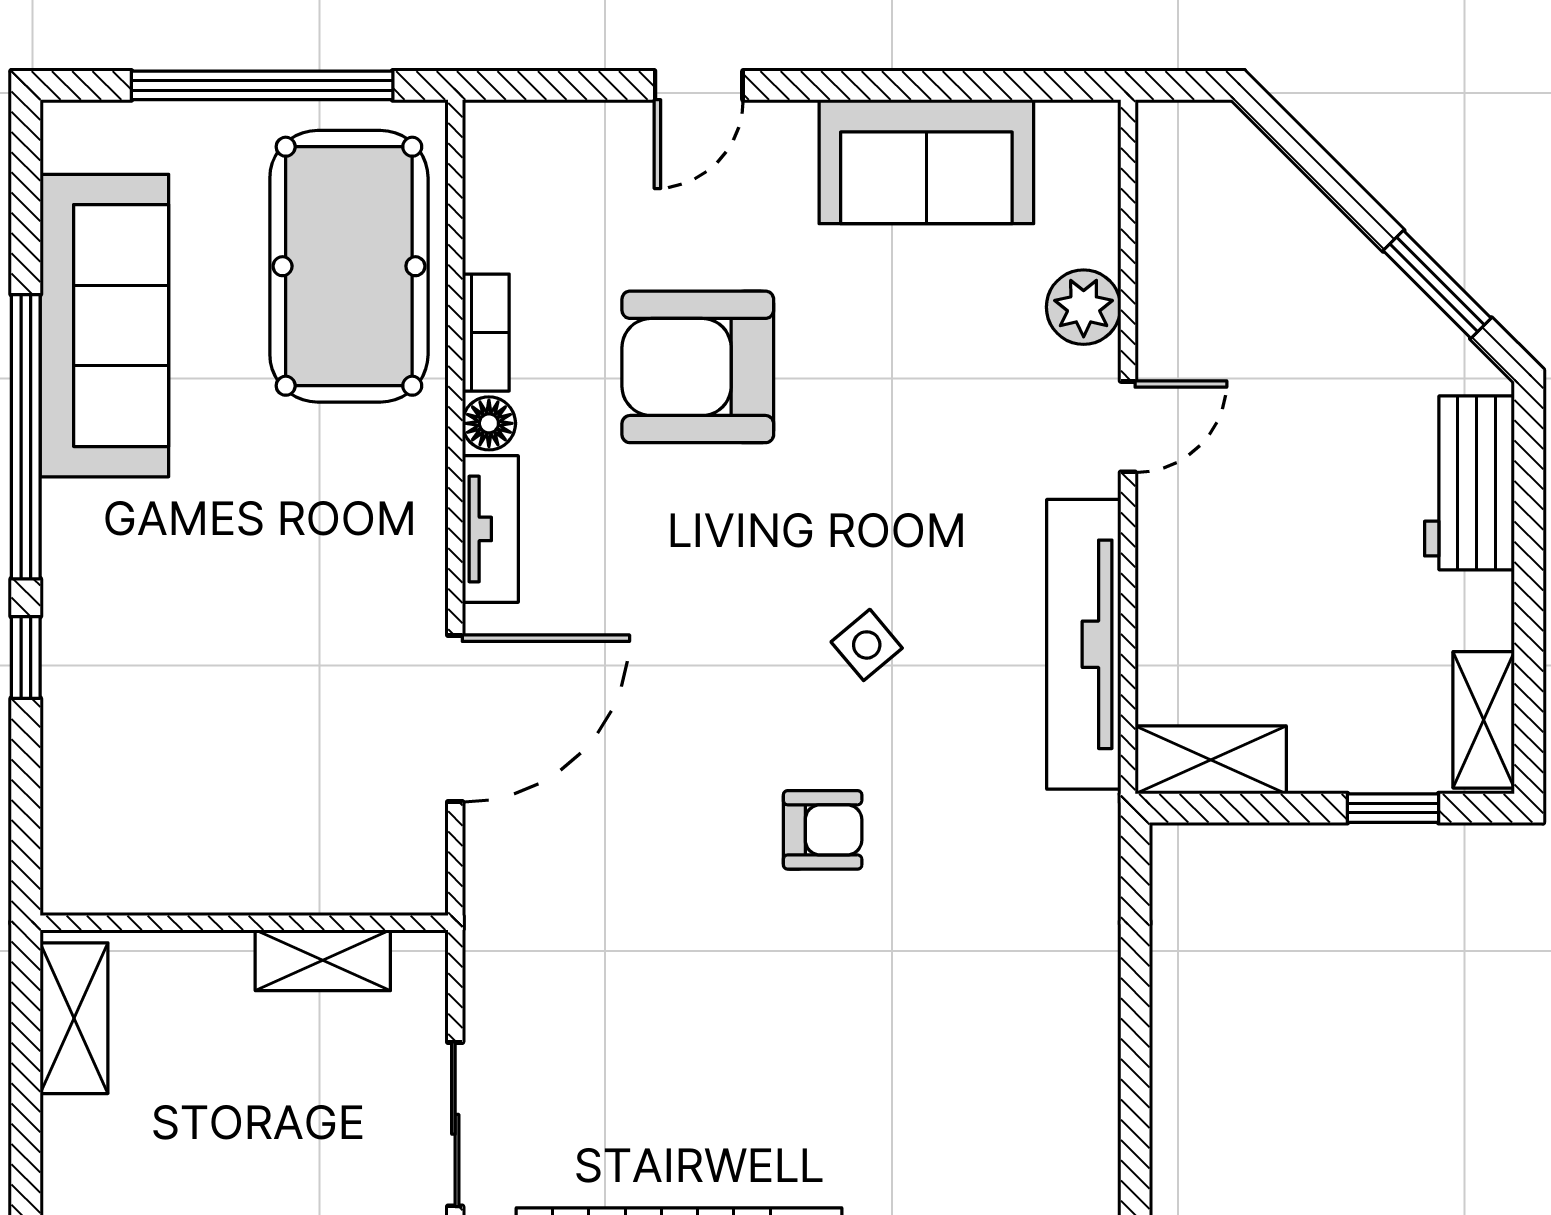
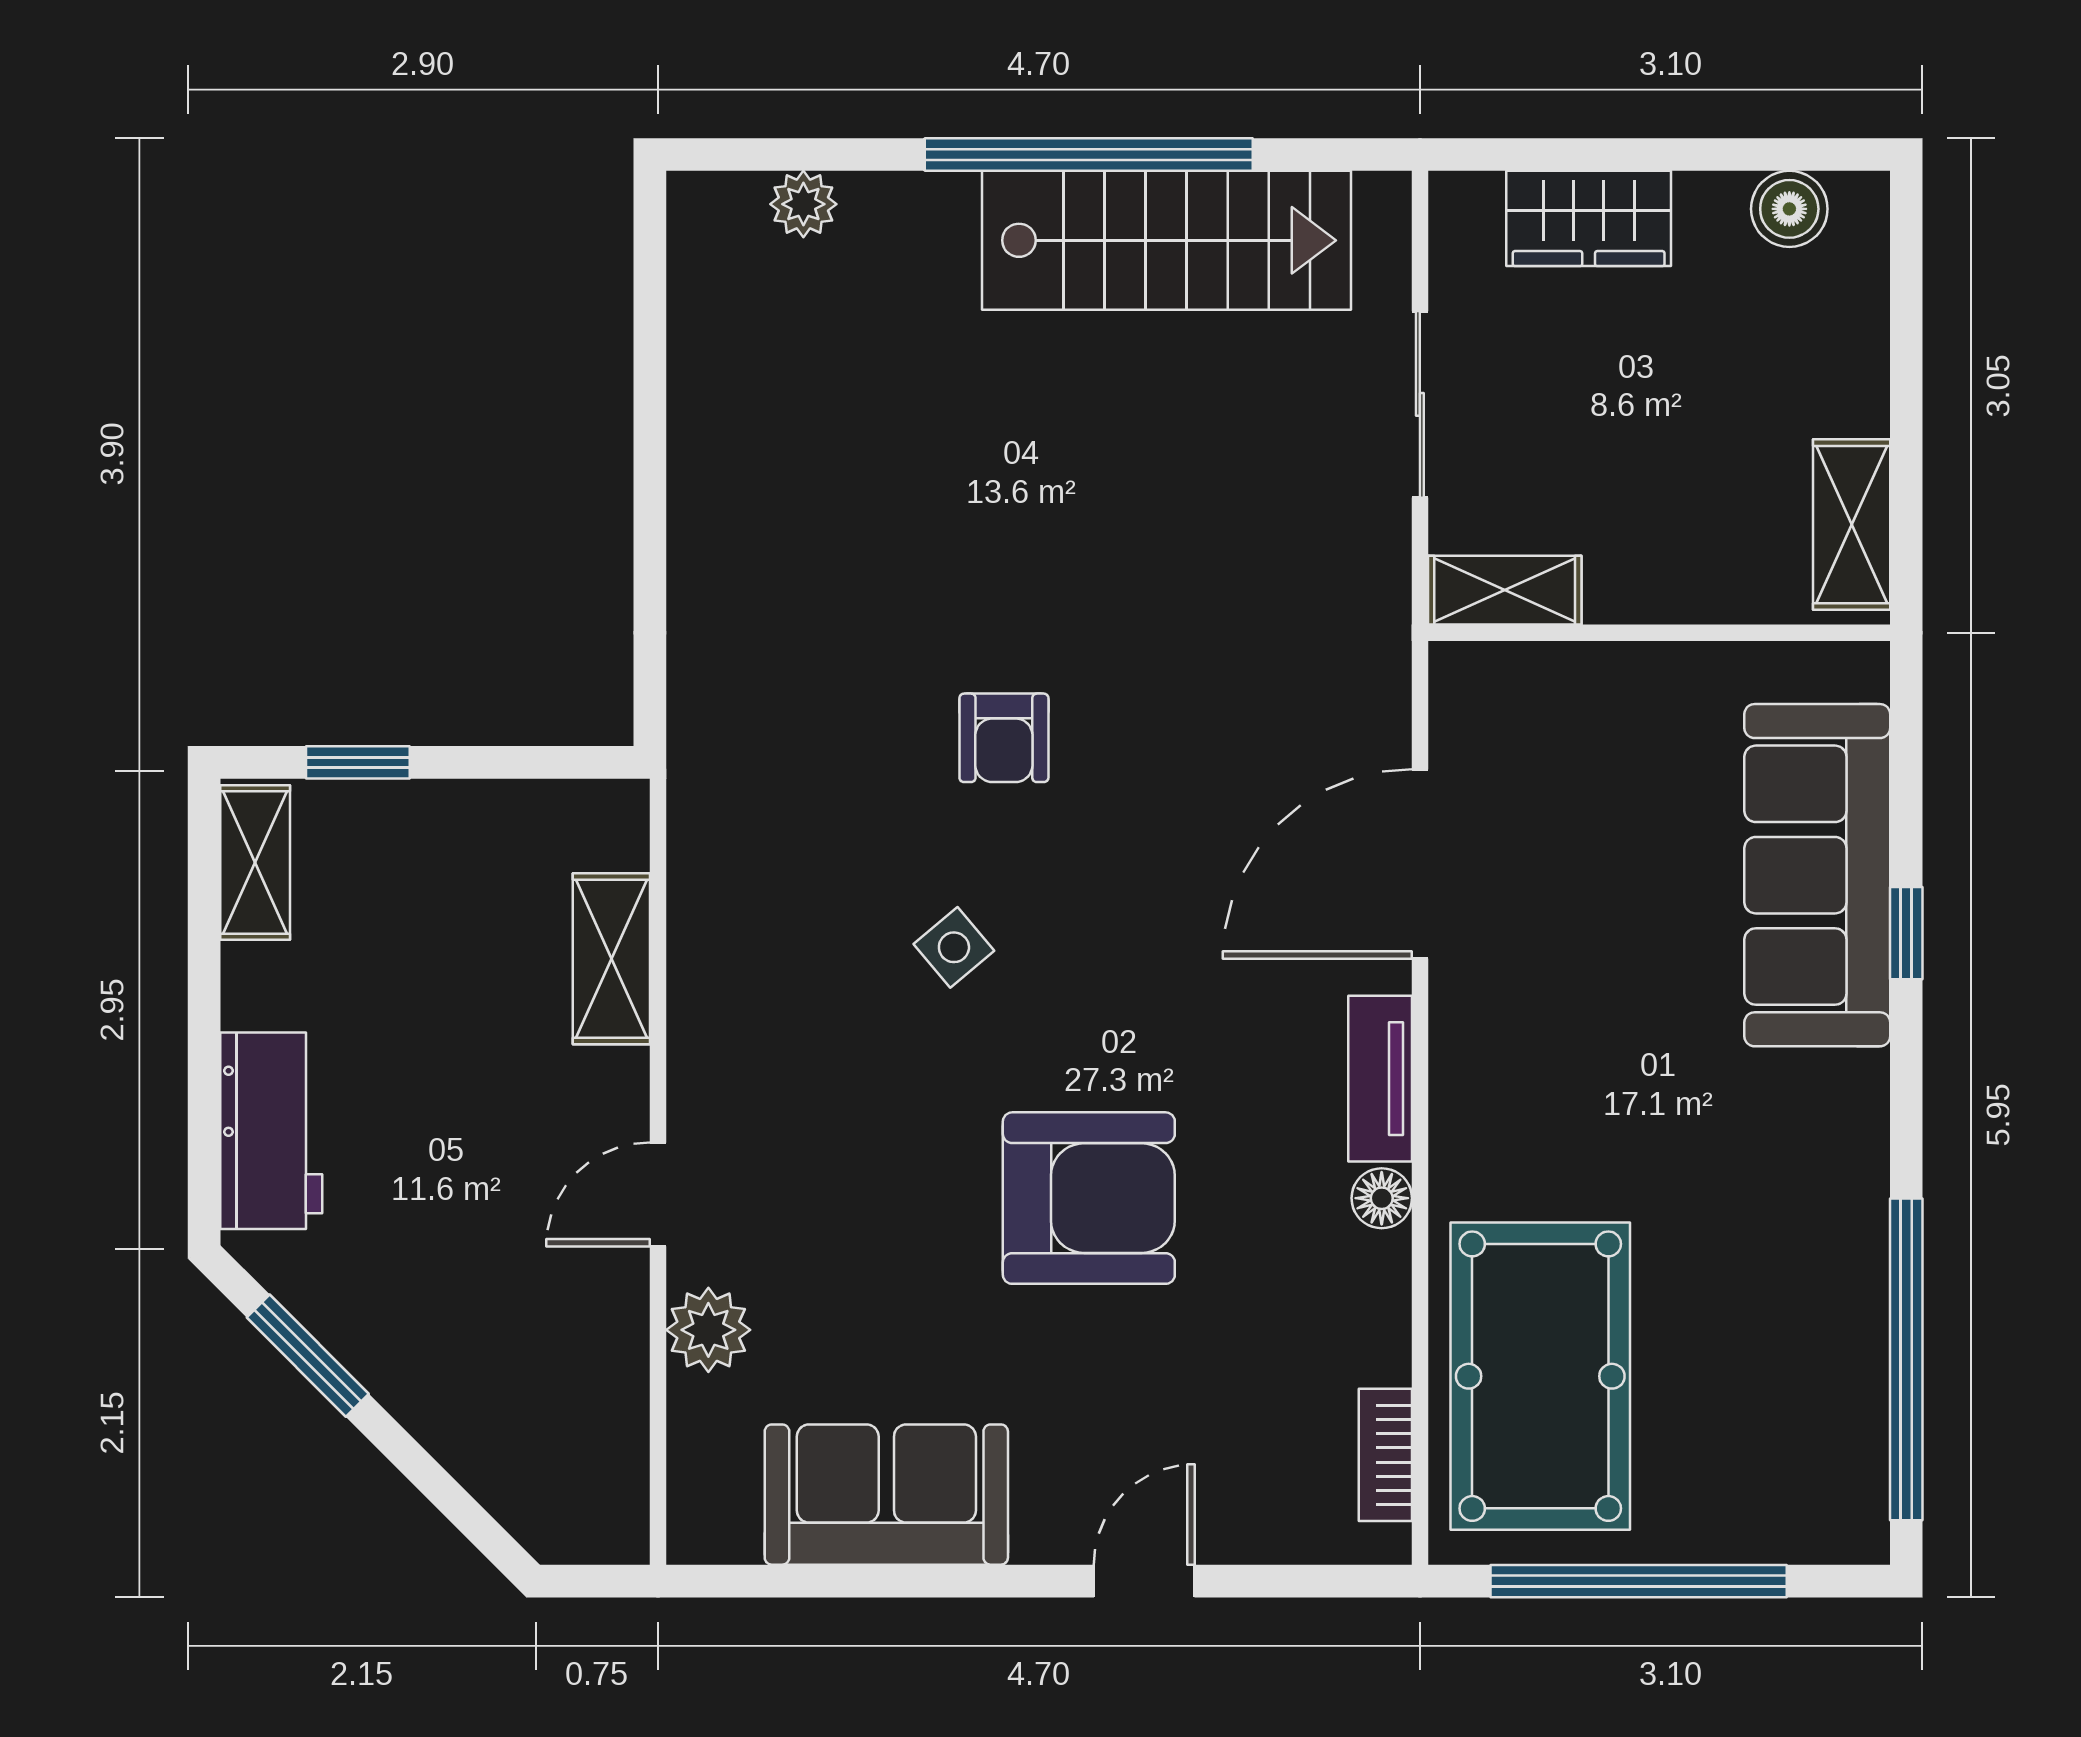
sofa: (104, 326) -> (1817, 875), moved
bookcase: (486, 333) -> (1385, 1455), moved
armchair: (698, 367) -> (1089, 1198), moved
window: (26, 437) -> (1906, 1359), moved
tv unit: (1084, 644) -> (708, 948), removed
shelving: (1211, 760) -> (611, 959), moved, turned 90
armchair: (823, 830) -> (1004, 738), turned -90
shelving: (323, 960) -> (1505, 590), moved

